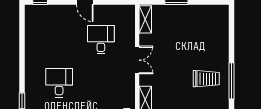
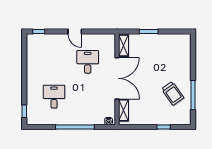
double door: (137, 60) -> (117, 78), width x1.87
trolley: (206, 79) -> (173, 93), turned 55

